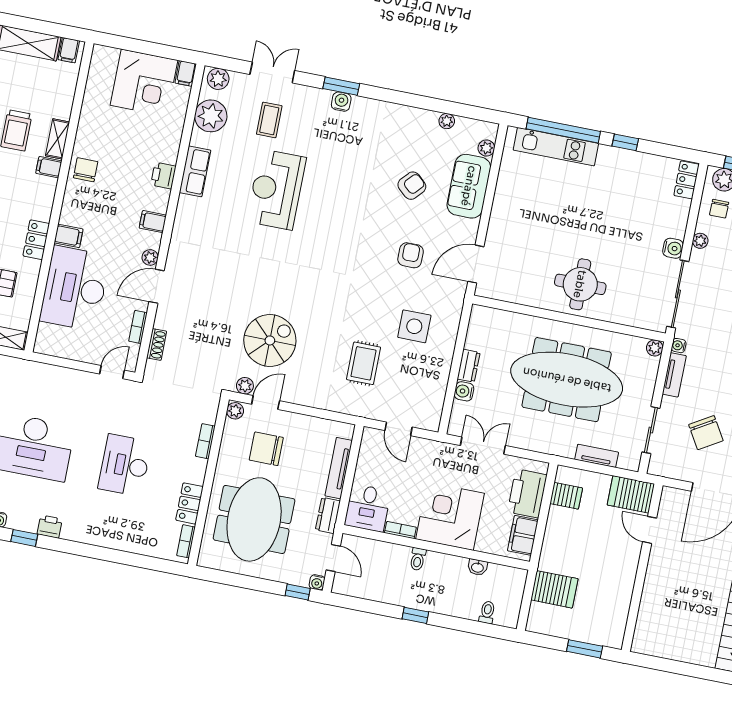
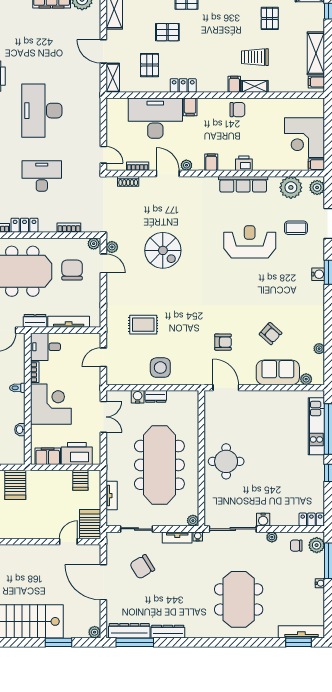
row of seats: (195, 171) -> (243, 184), width x1.48
side table: (414, 326) -> (160, 368), moved
spiral stairs: (270, 340) -> (163, 250), moved

